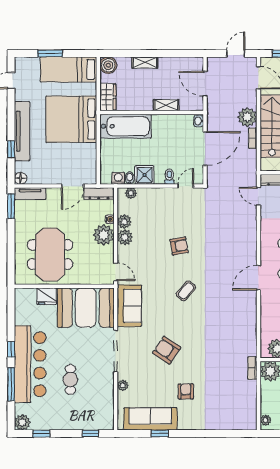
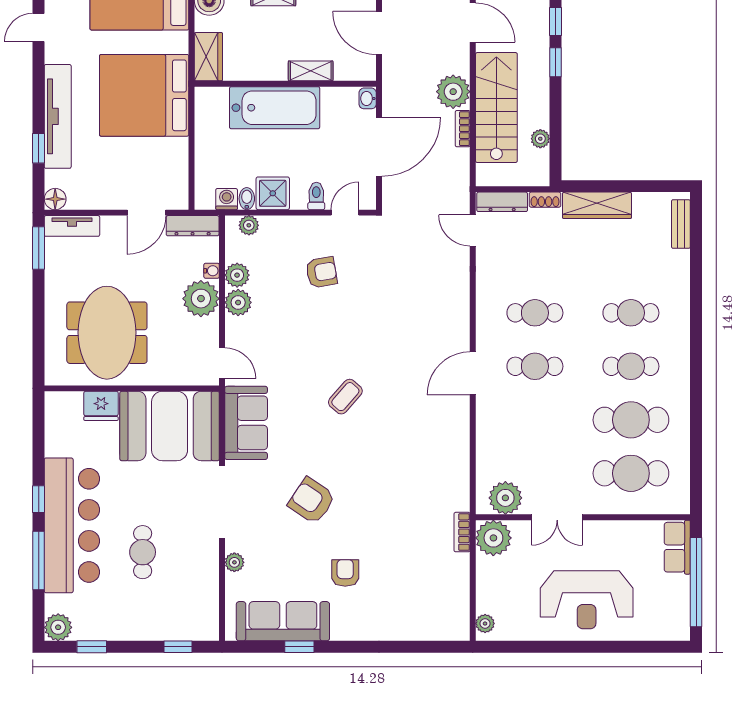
bathtub: (125, 126) -> (275, 108), moved
armchair: (179, 246) -> (322, 272), moved

